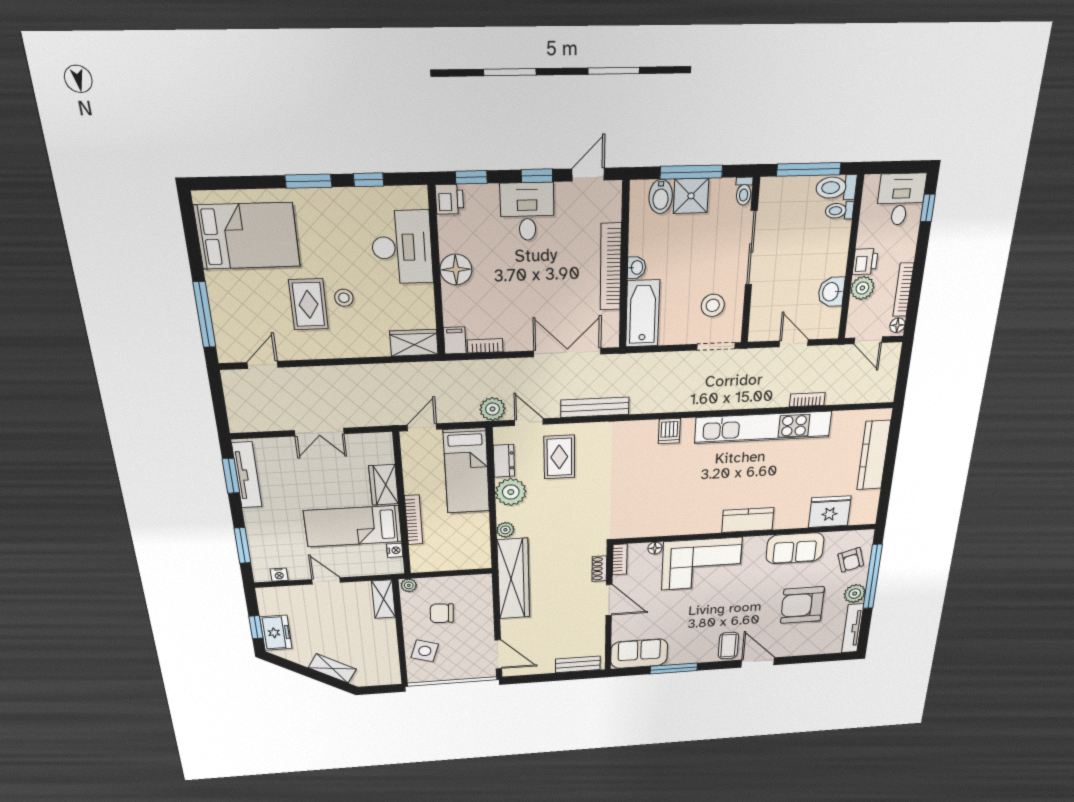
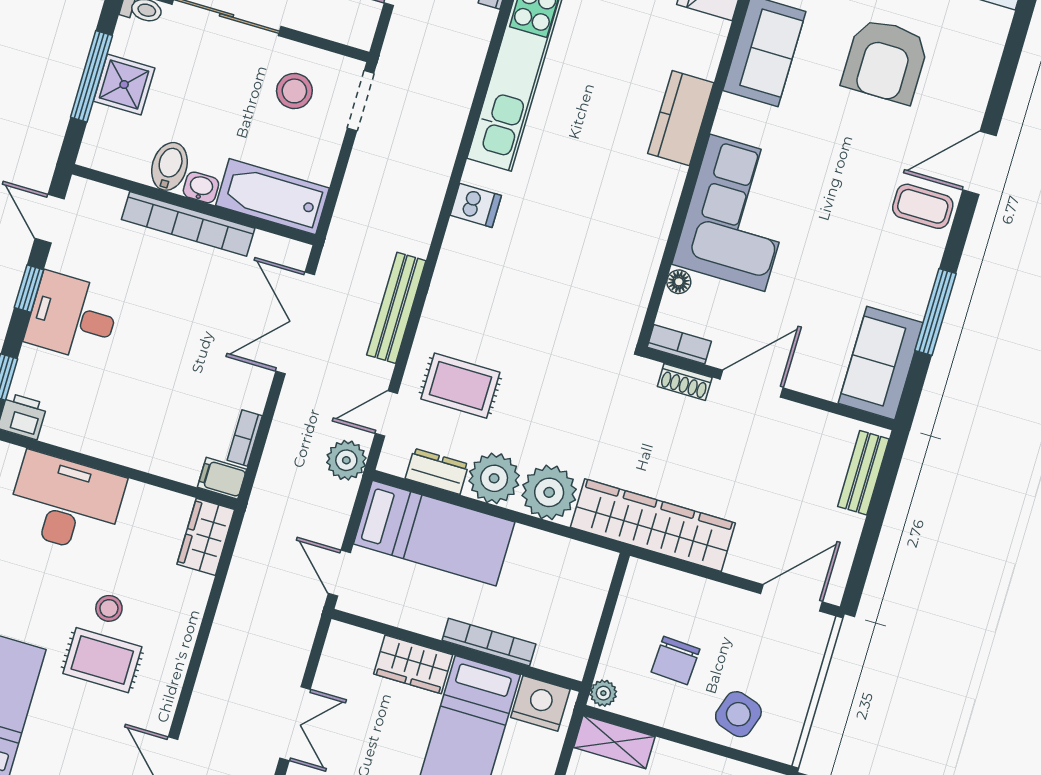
bidet: (661, 196) -> (169, 166), moved, turned -90
floor lamp: (456, 270) -> (120, 441), removed
plant: (505, 530) -> (549, 492), width x1.88, depth x1.88
nightstand: (395, 550) -> (540, 703), width x1.89, depth x1.79

